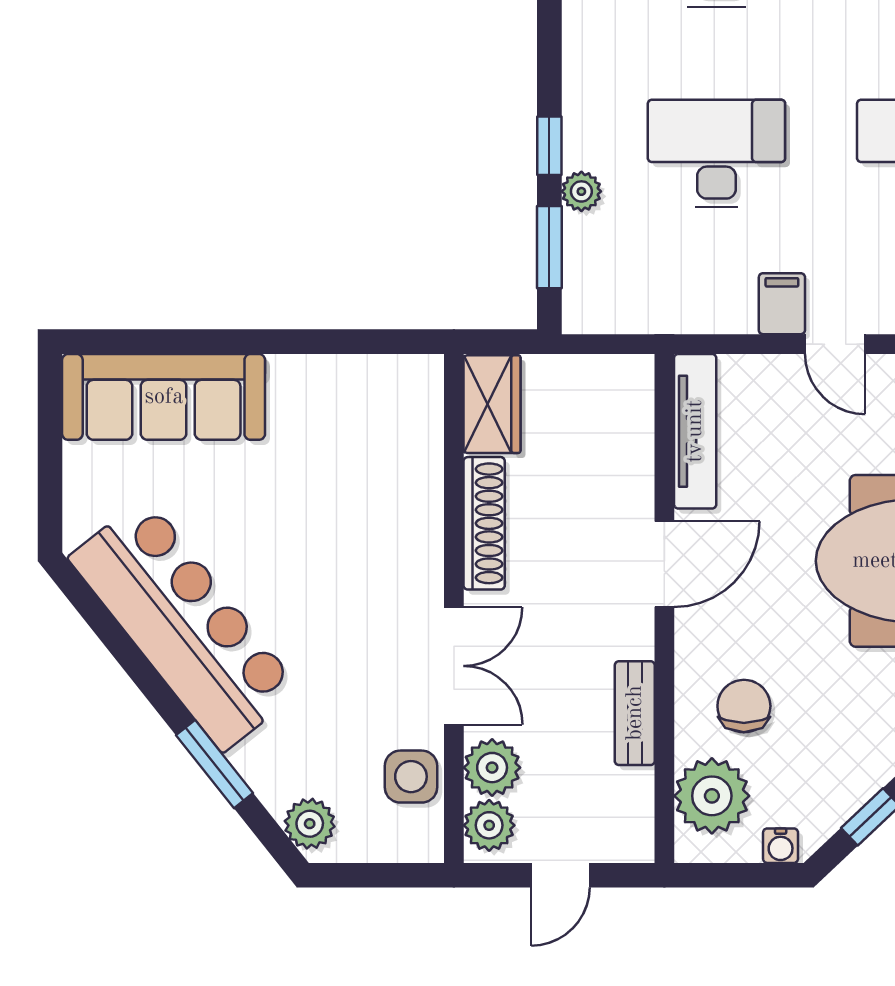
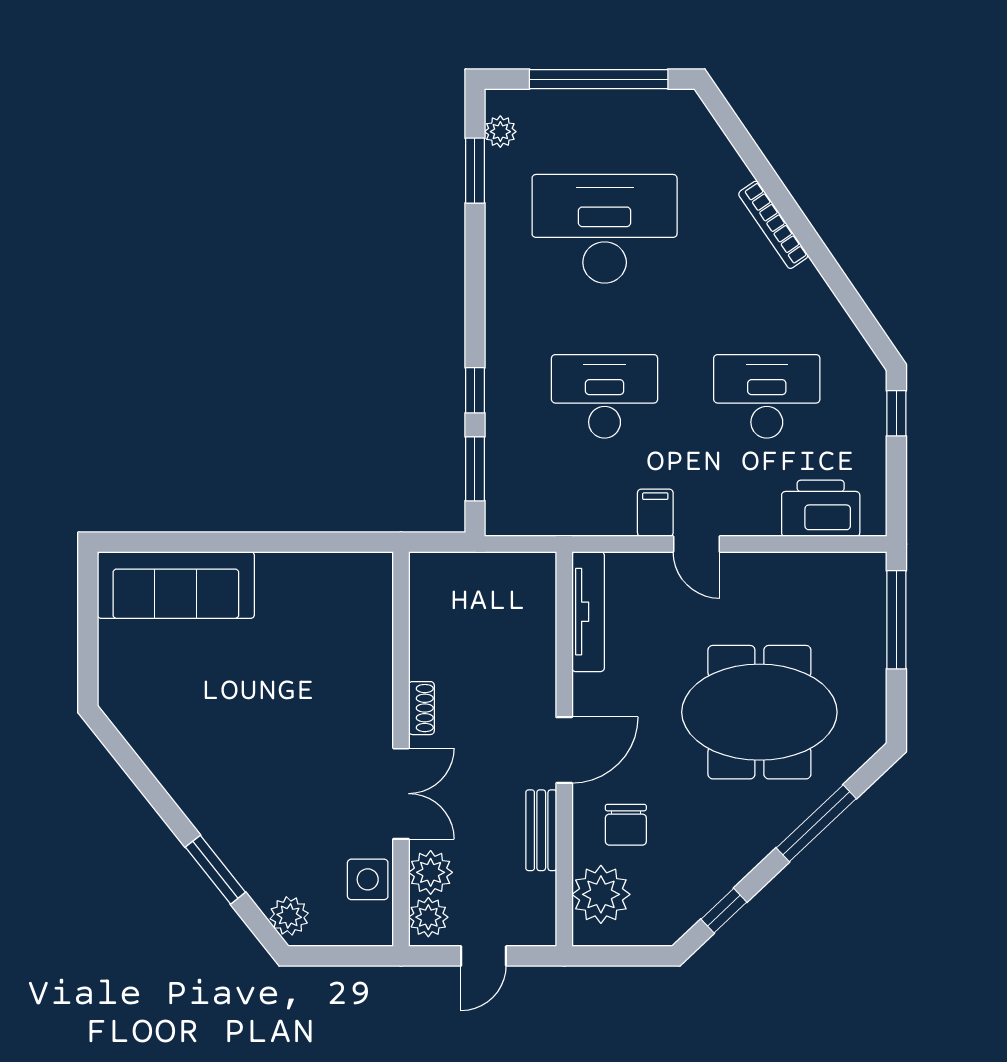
plant: (581, 191) -> (500, 426), removed
wardrobe: (492, 404) -> (431, 591), removed
shoe rack: (484, 523) -> (421, 708), width x0.51, depth x0.81
door: (664, 564) -> (564, 750), moved
bar counter: (184, 624) -> (192, 761), removed
chair: (744, 706) -> (626, 825), turned 180
water cooler: (781, 846) -> (654, 933), removed

